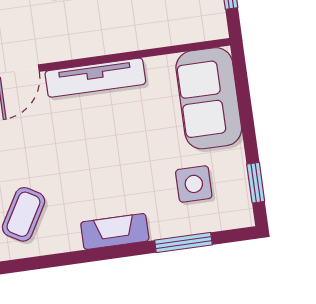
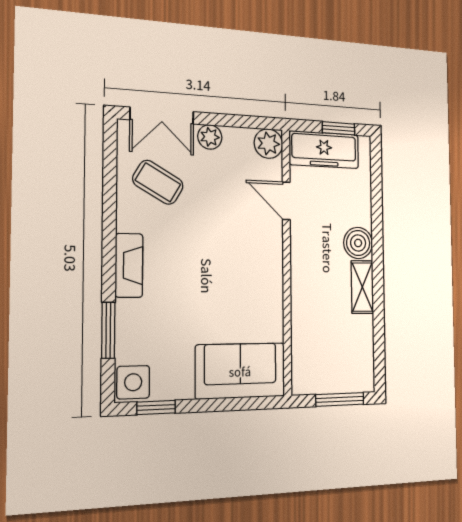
tv unit: (95, 78) -> (272, 269), removed
side table: (194, 184) -> (133, 382), moved

